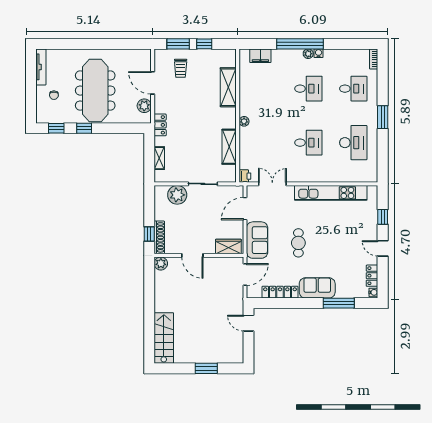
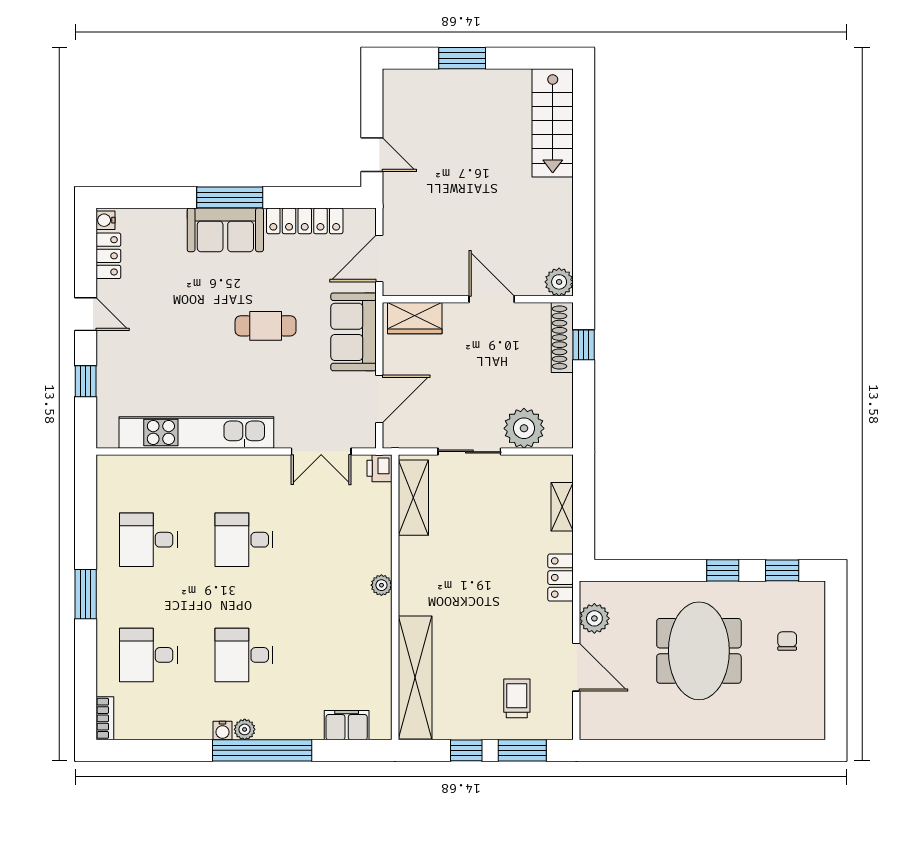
tv unit: (41, 67) -> (815, 701), removed
shelving: (228, 87) -> (415, 678), width x1.47
meeting table: (95, 91) -> (699, 651), width x0.73
desk: (353, 143) -> (148, 540), width x0.73
shelving: (229, 147) -> (413, 498), moved
cafe table: (298, 243) -> (266, 326), turned 90
window: (339, 303) -> (230, 197), moved

